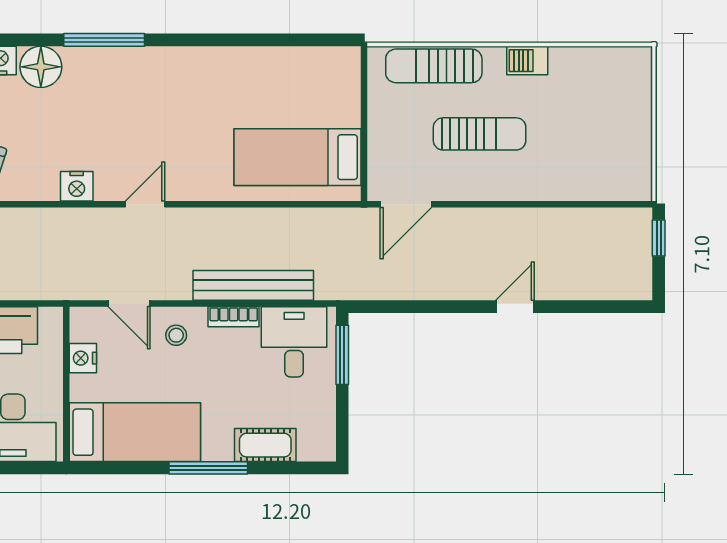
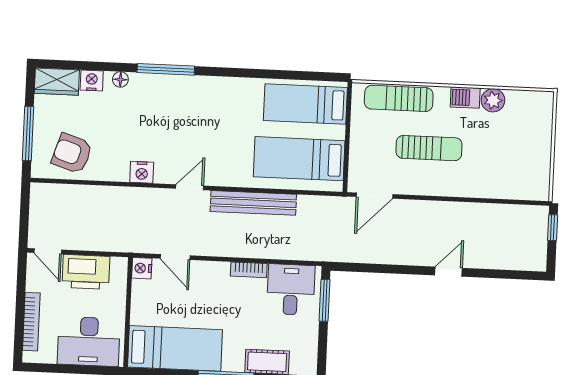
plant: (567, 63) -> (493, 100), added
floor lamp: (41, 67) -> (120, 79), width x0.53, depth x0.53
bed: (303, 80) -> (305, 104), added
bench: (253, 285) -> (253, 203), moved
stool: (176, 335) -> (207, 281), removed
nightstand: (83, 358) -> (142, 268), moved

